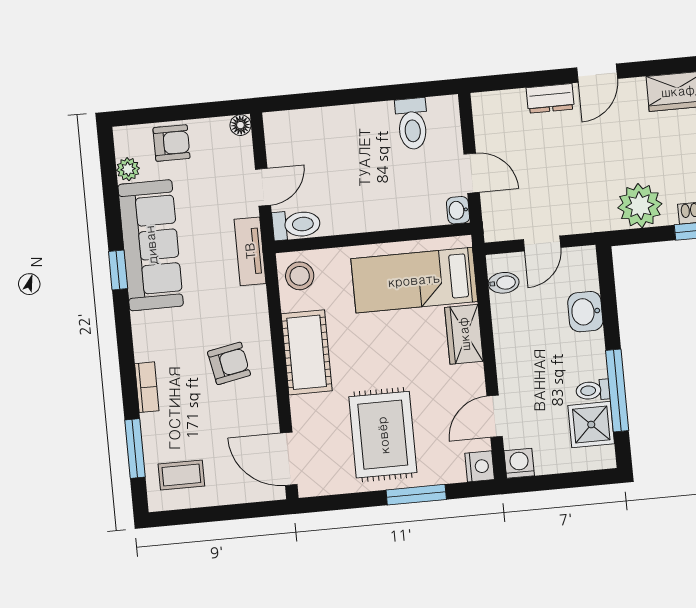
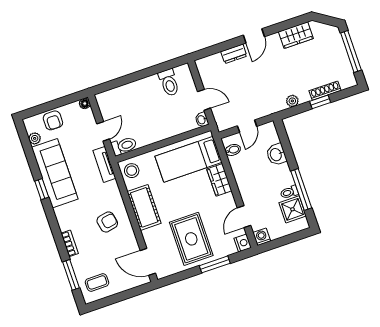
armchair: (172, 143) -> (53, 120), turned 90
plant: (640, 206) -> (292, 101), width x0.53, depth x0.53

